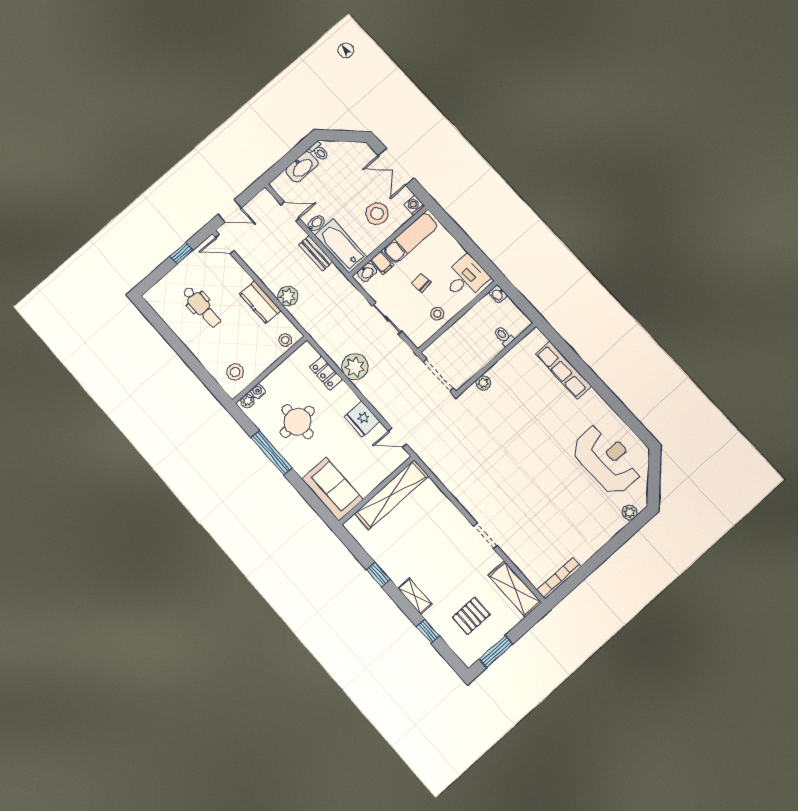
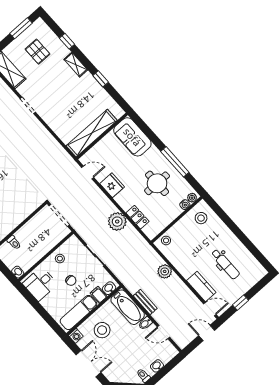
washbasin: (302, 167) -> (157, 366), width x0.52, depth x0.69
kitchen counter: (260, 302) -> (201, 287), moved
dental chair: (202, 307) -> (225, 264), turned 180
plant: (483, 383) -> (28, 210), removed
pallet: (471, 616) -> (38, 52), turned 90

